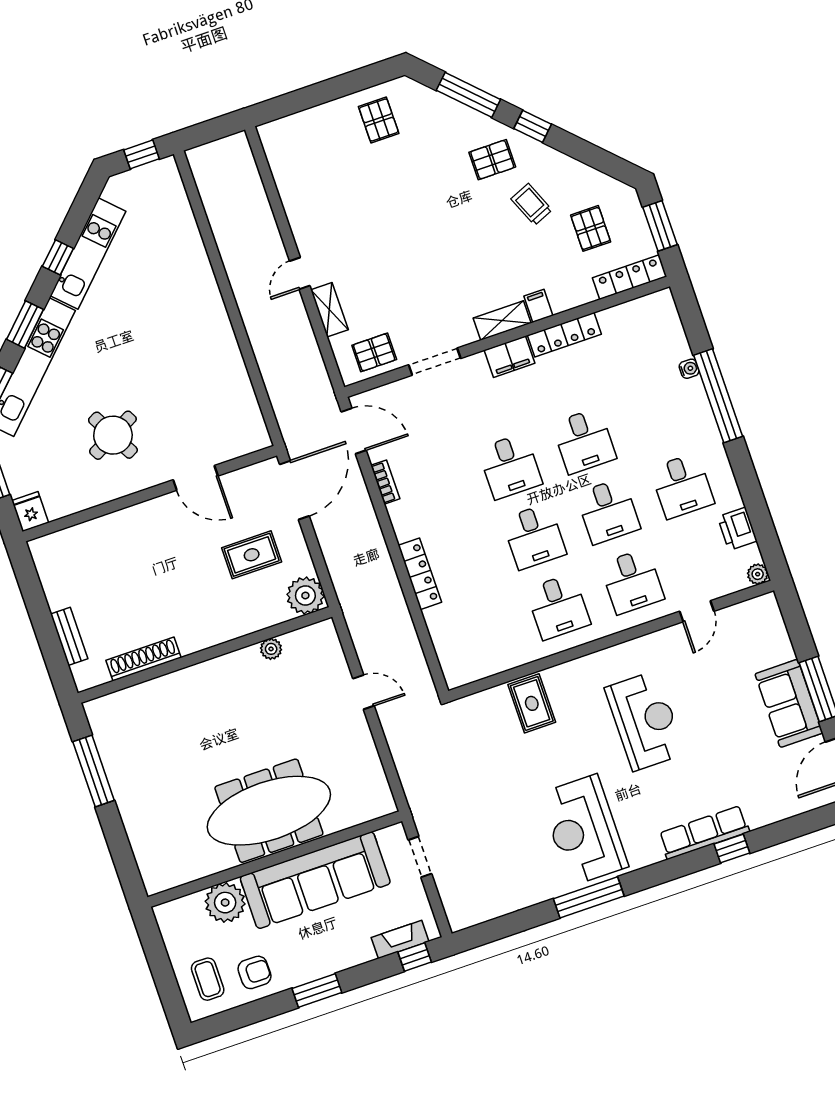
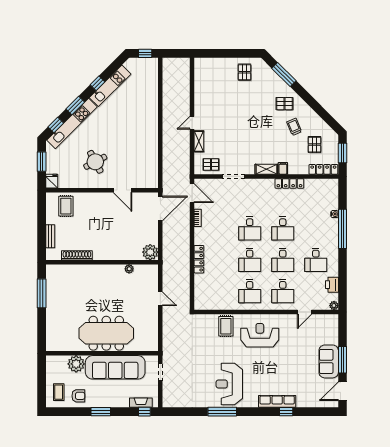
window: (533, 126) -> (305, 96), removed
filing cabinet: (510, 357) -> (264, 185), removed
rug: (252, 555) -> (66, 206), moved, turned 90
reception desk: (645, 721) -> (260, 335), moved, turned -90

